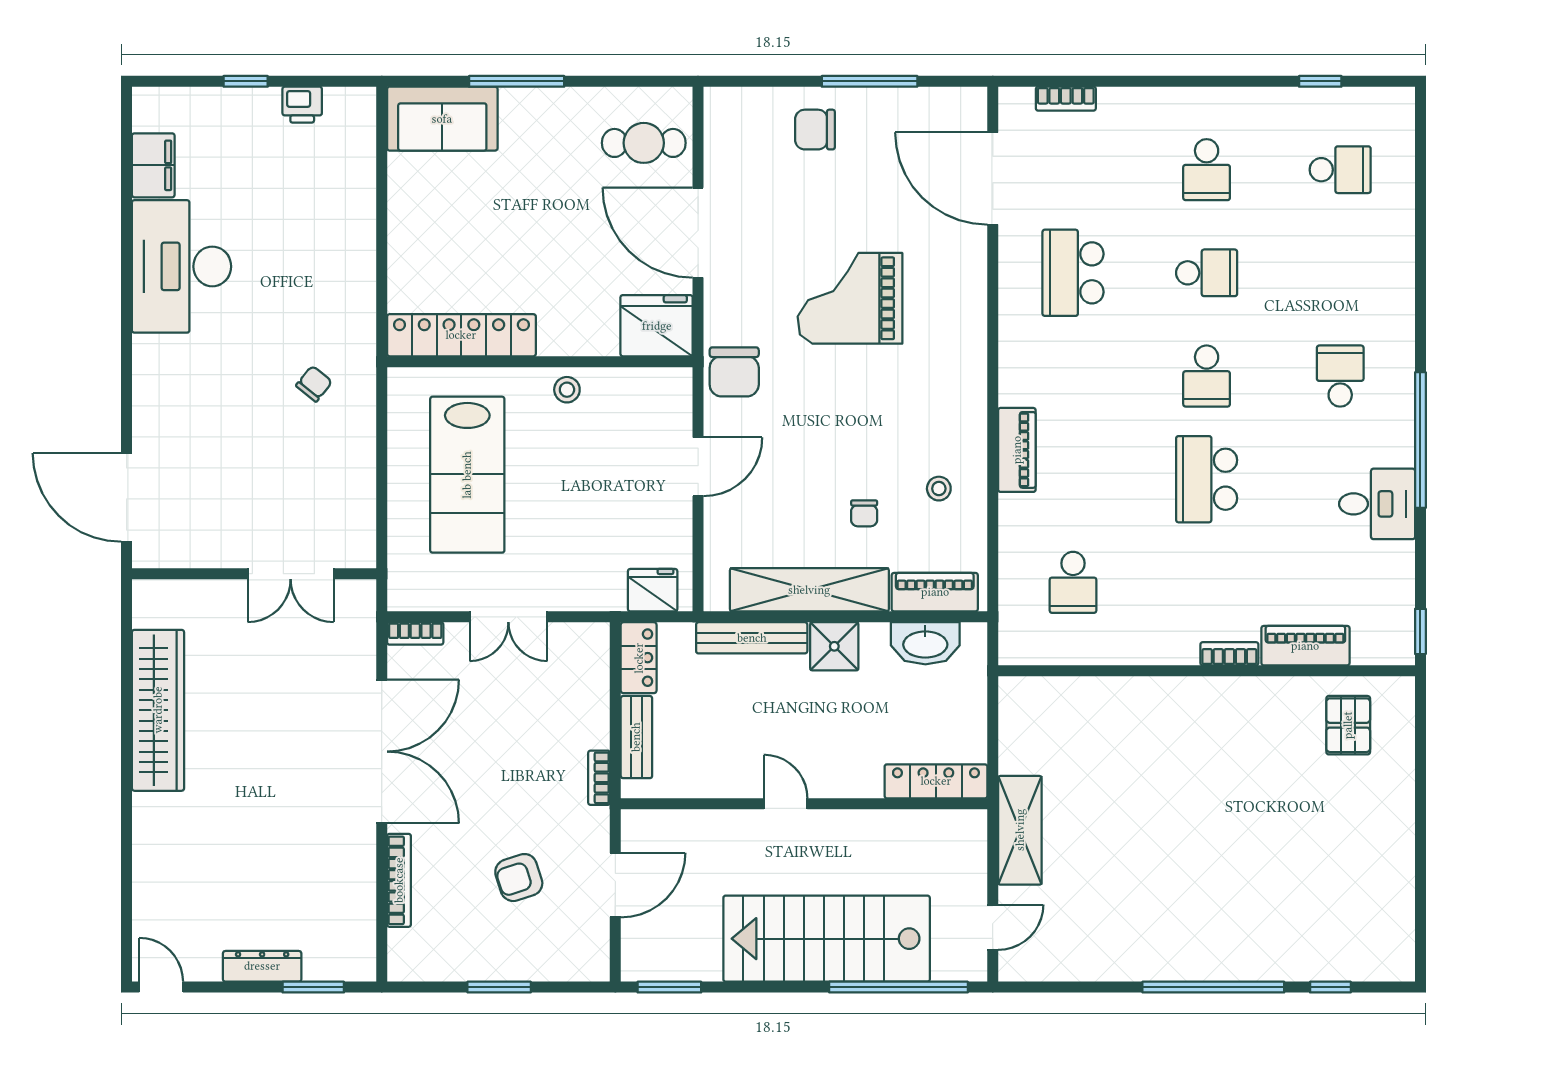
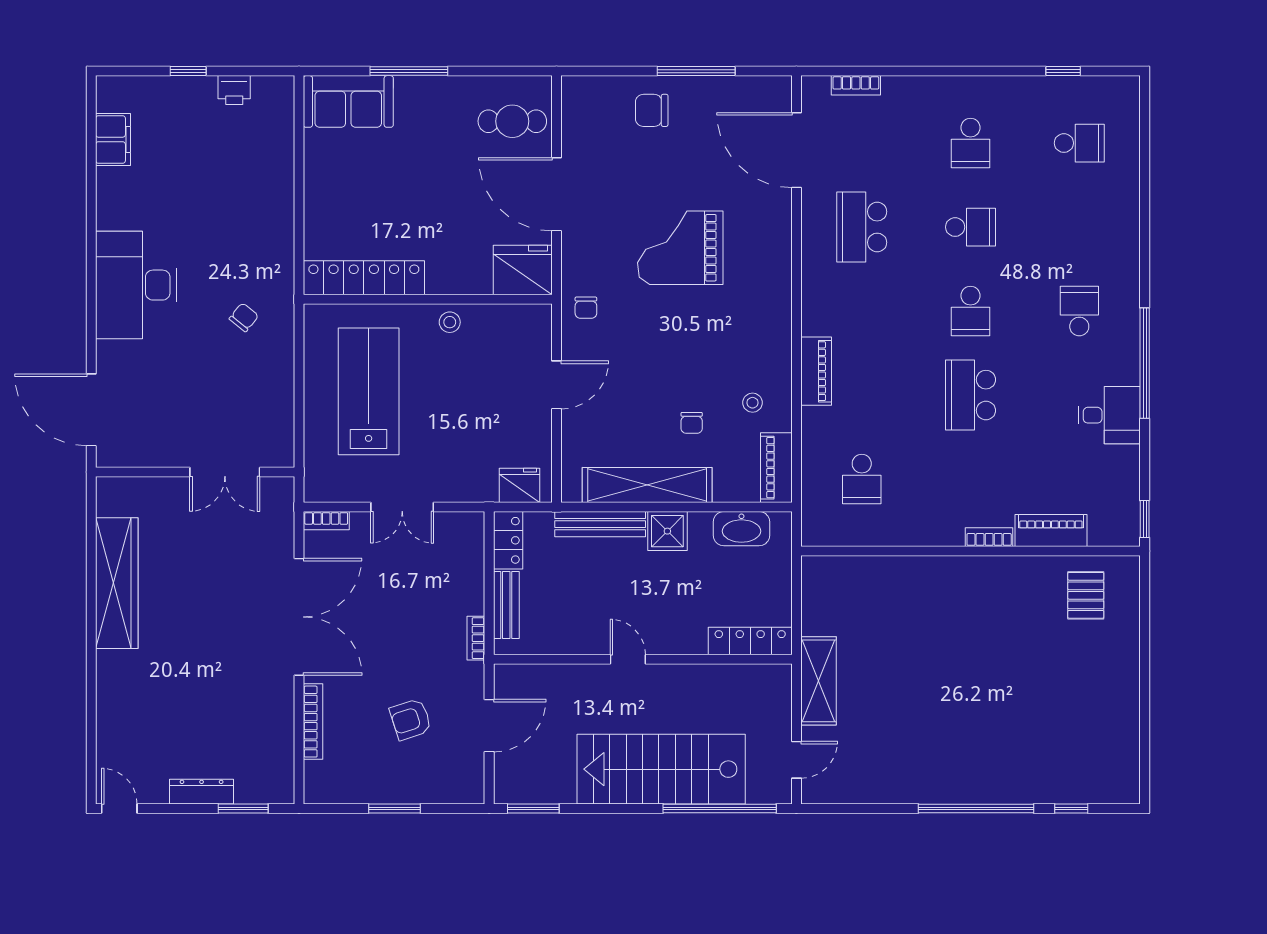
desk: (182, 266) -> (136, 285), moved
chair: (734, 372) -> (586, 308), width x0.54, depth x0.54
lab bench: (467, 475) -> (369, 391), turned 180
piano: (935, 592) -> (776, 468), moved, turned -90

